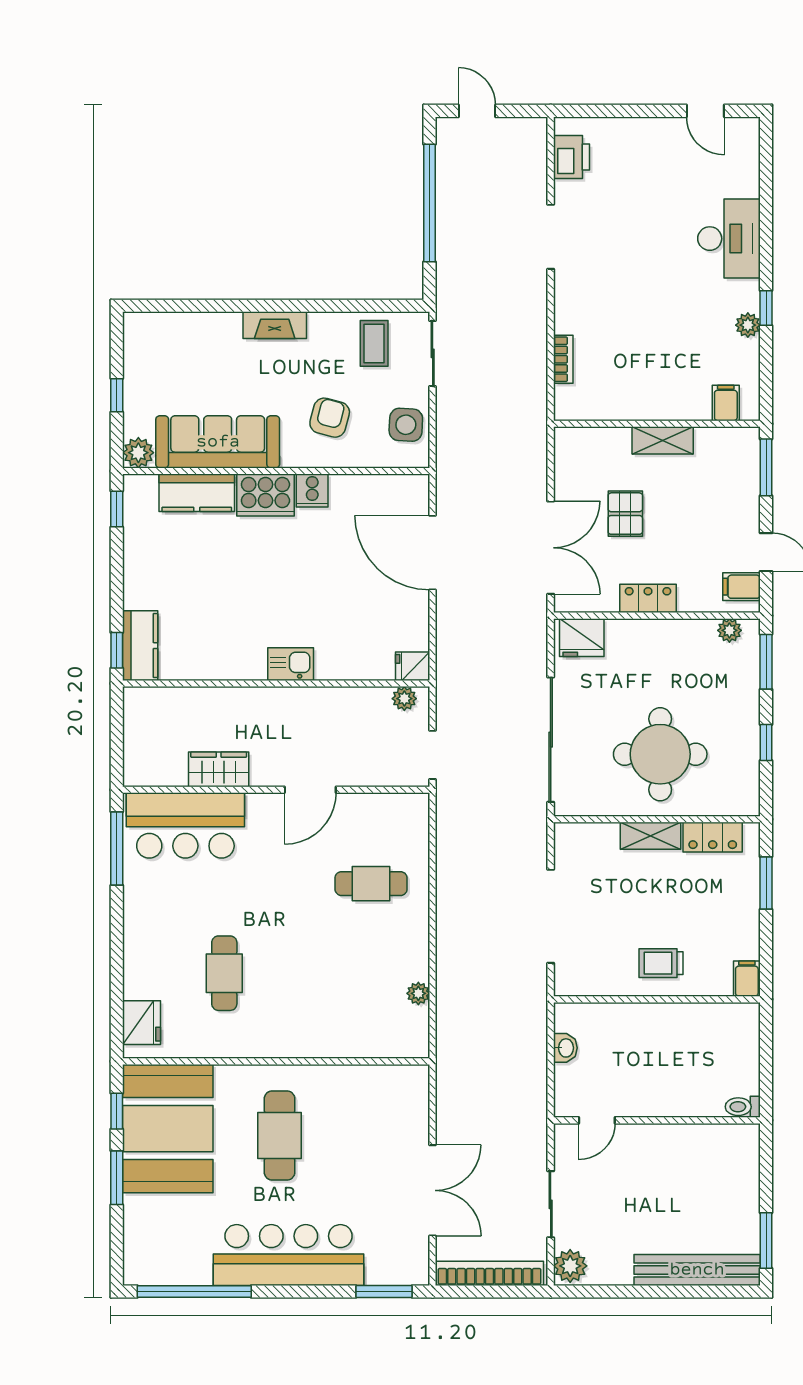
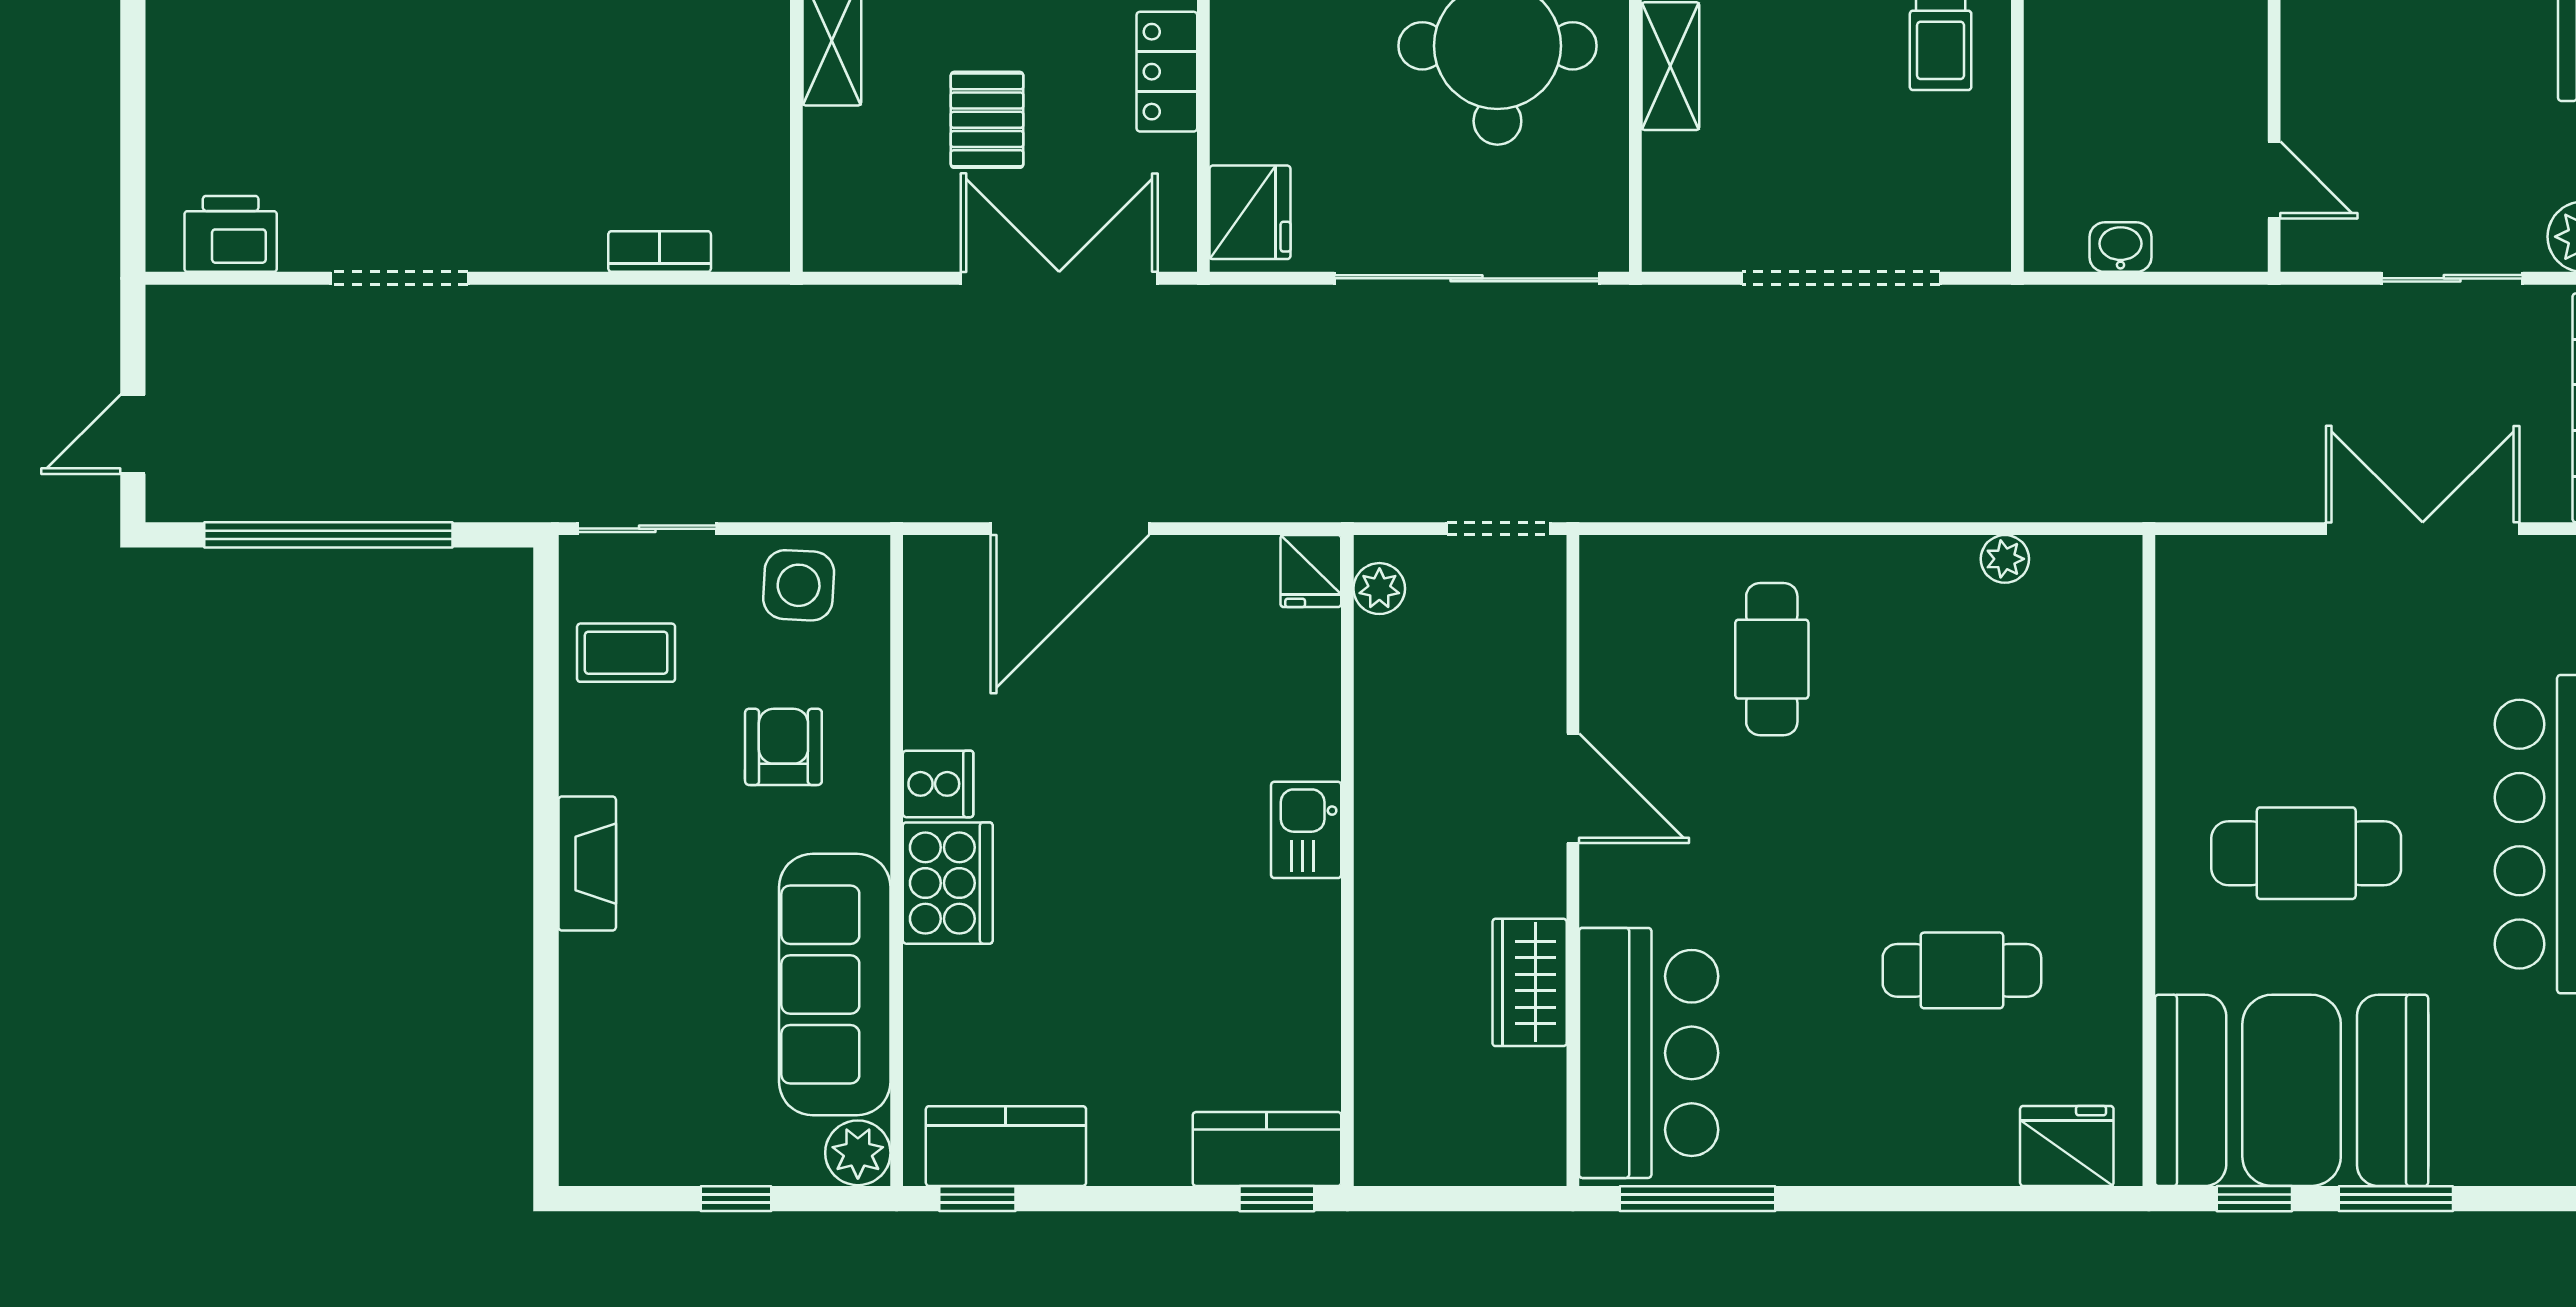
armchair: (330, 418) -> (783, 747), turned 75
kitchen counter: (197, 493) -> (1006, 1146), moved, turned -90
pallet: (625, 514) -> (987, 120), turned 90

